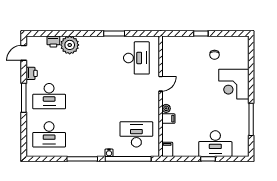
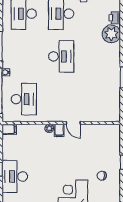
desk: (136, 58) -> (61, 56), moved, turned -90
filing cabinet: (168, 119) -> (59, 130), moved

